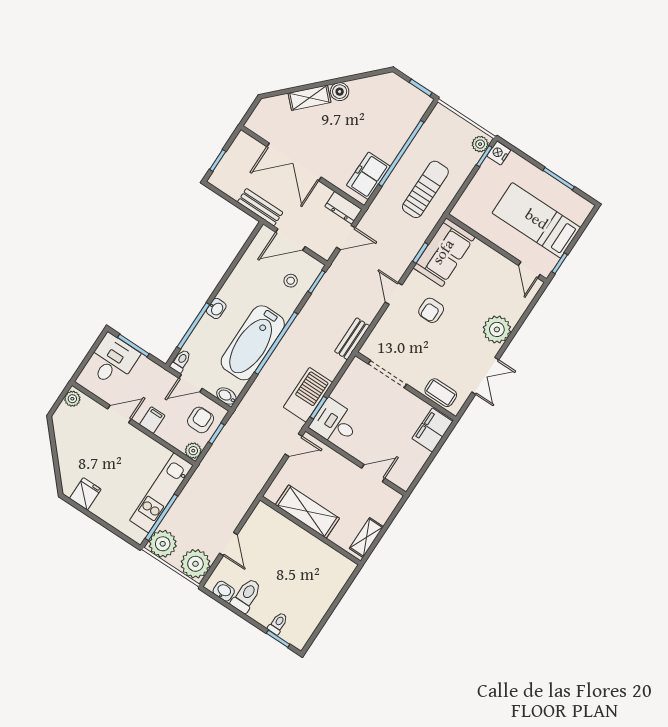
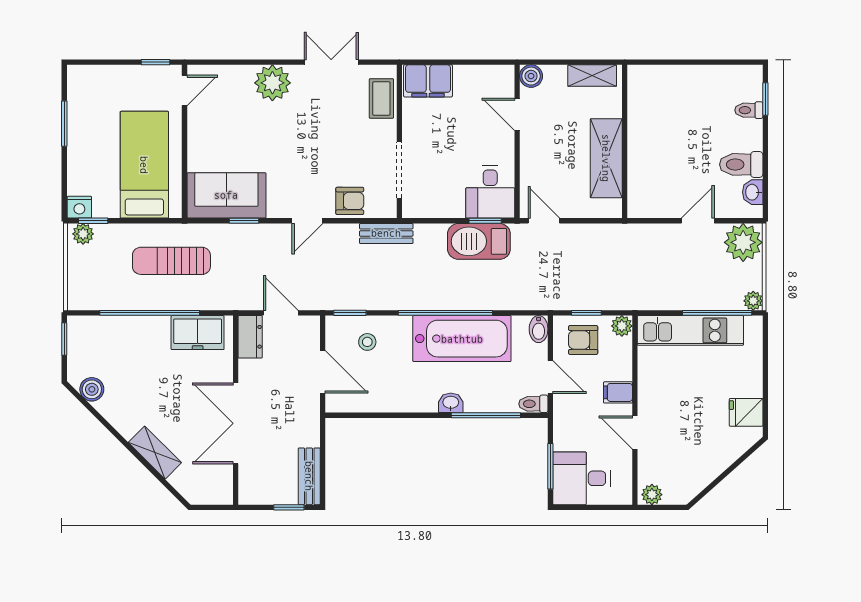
boiler: (340, 92) -> (92, 389), moved
double door: (294, 162) -> (236, 423), swing flipped
bench: (260, 207) -> (309, 476), moved
bed: (536, 220) -> (144, 165), moved, turned 180
armchair: (431, 310) -> (350, 201), moved
boiler: (392, 498) -> (531, 76), added
plant: (163, 544) -> (753, 301), width x0.53, depth x0.53

